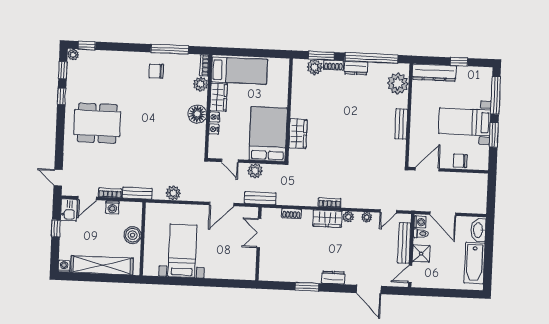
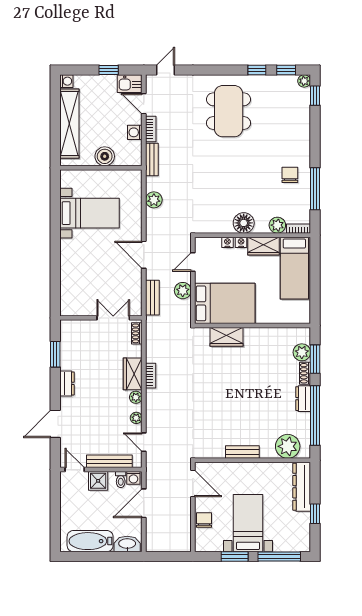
double door: (259, 233) -> (113, 318), moved
wall: (258, 244) -> (101, 318), moved

